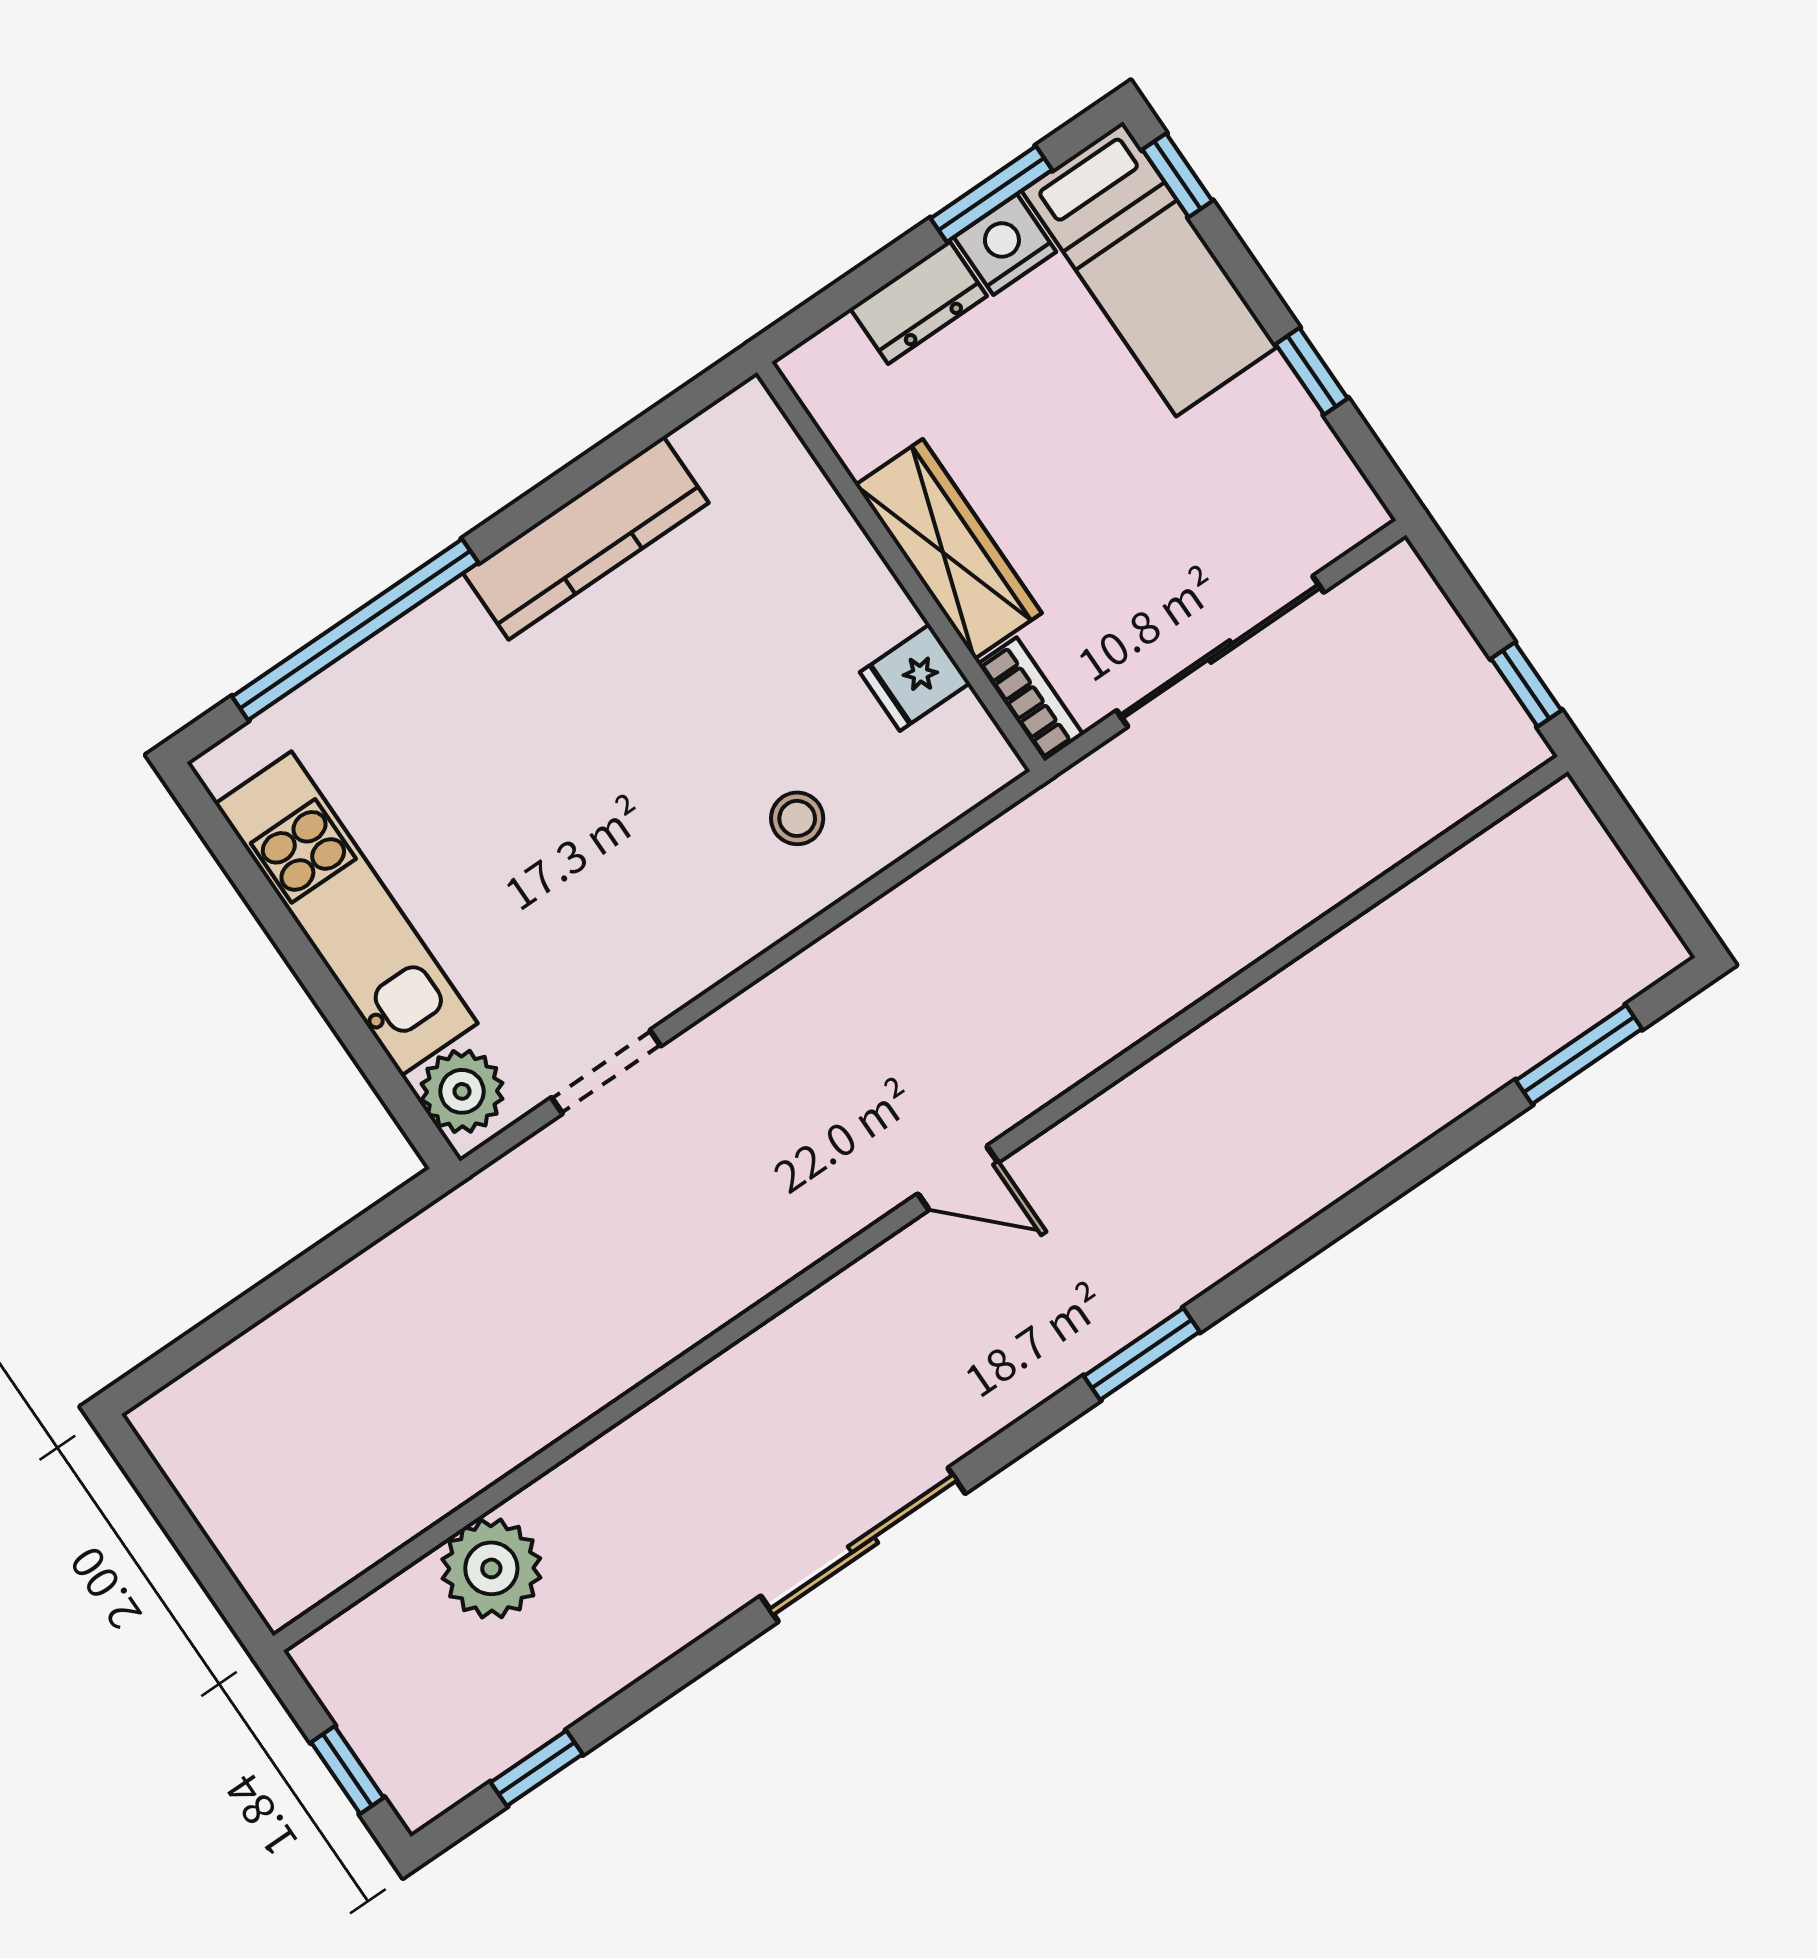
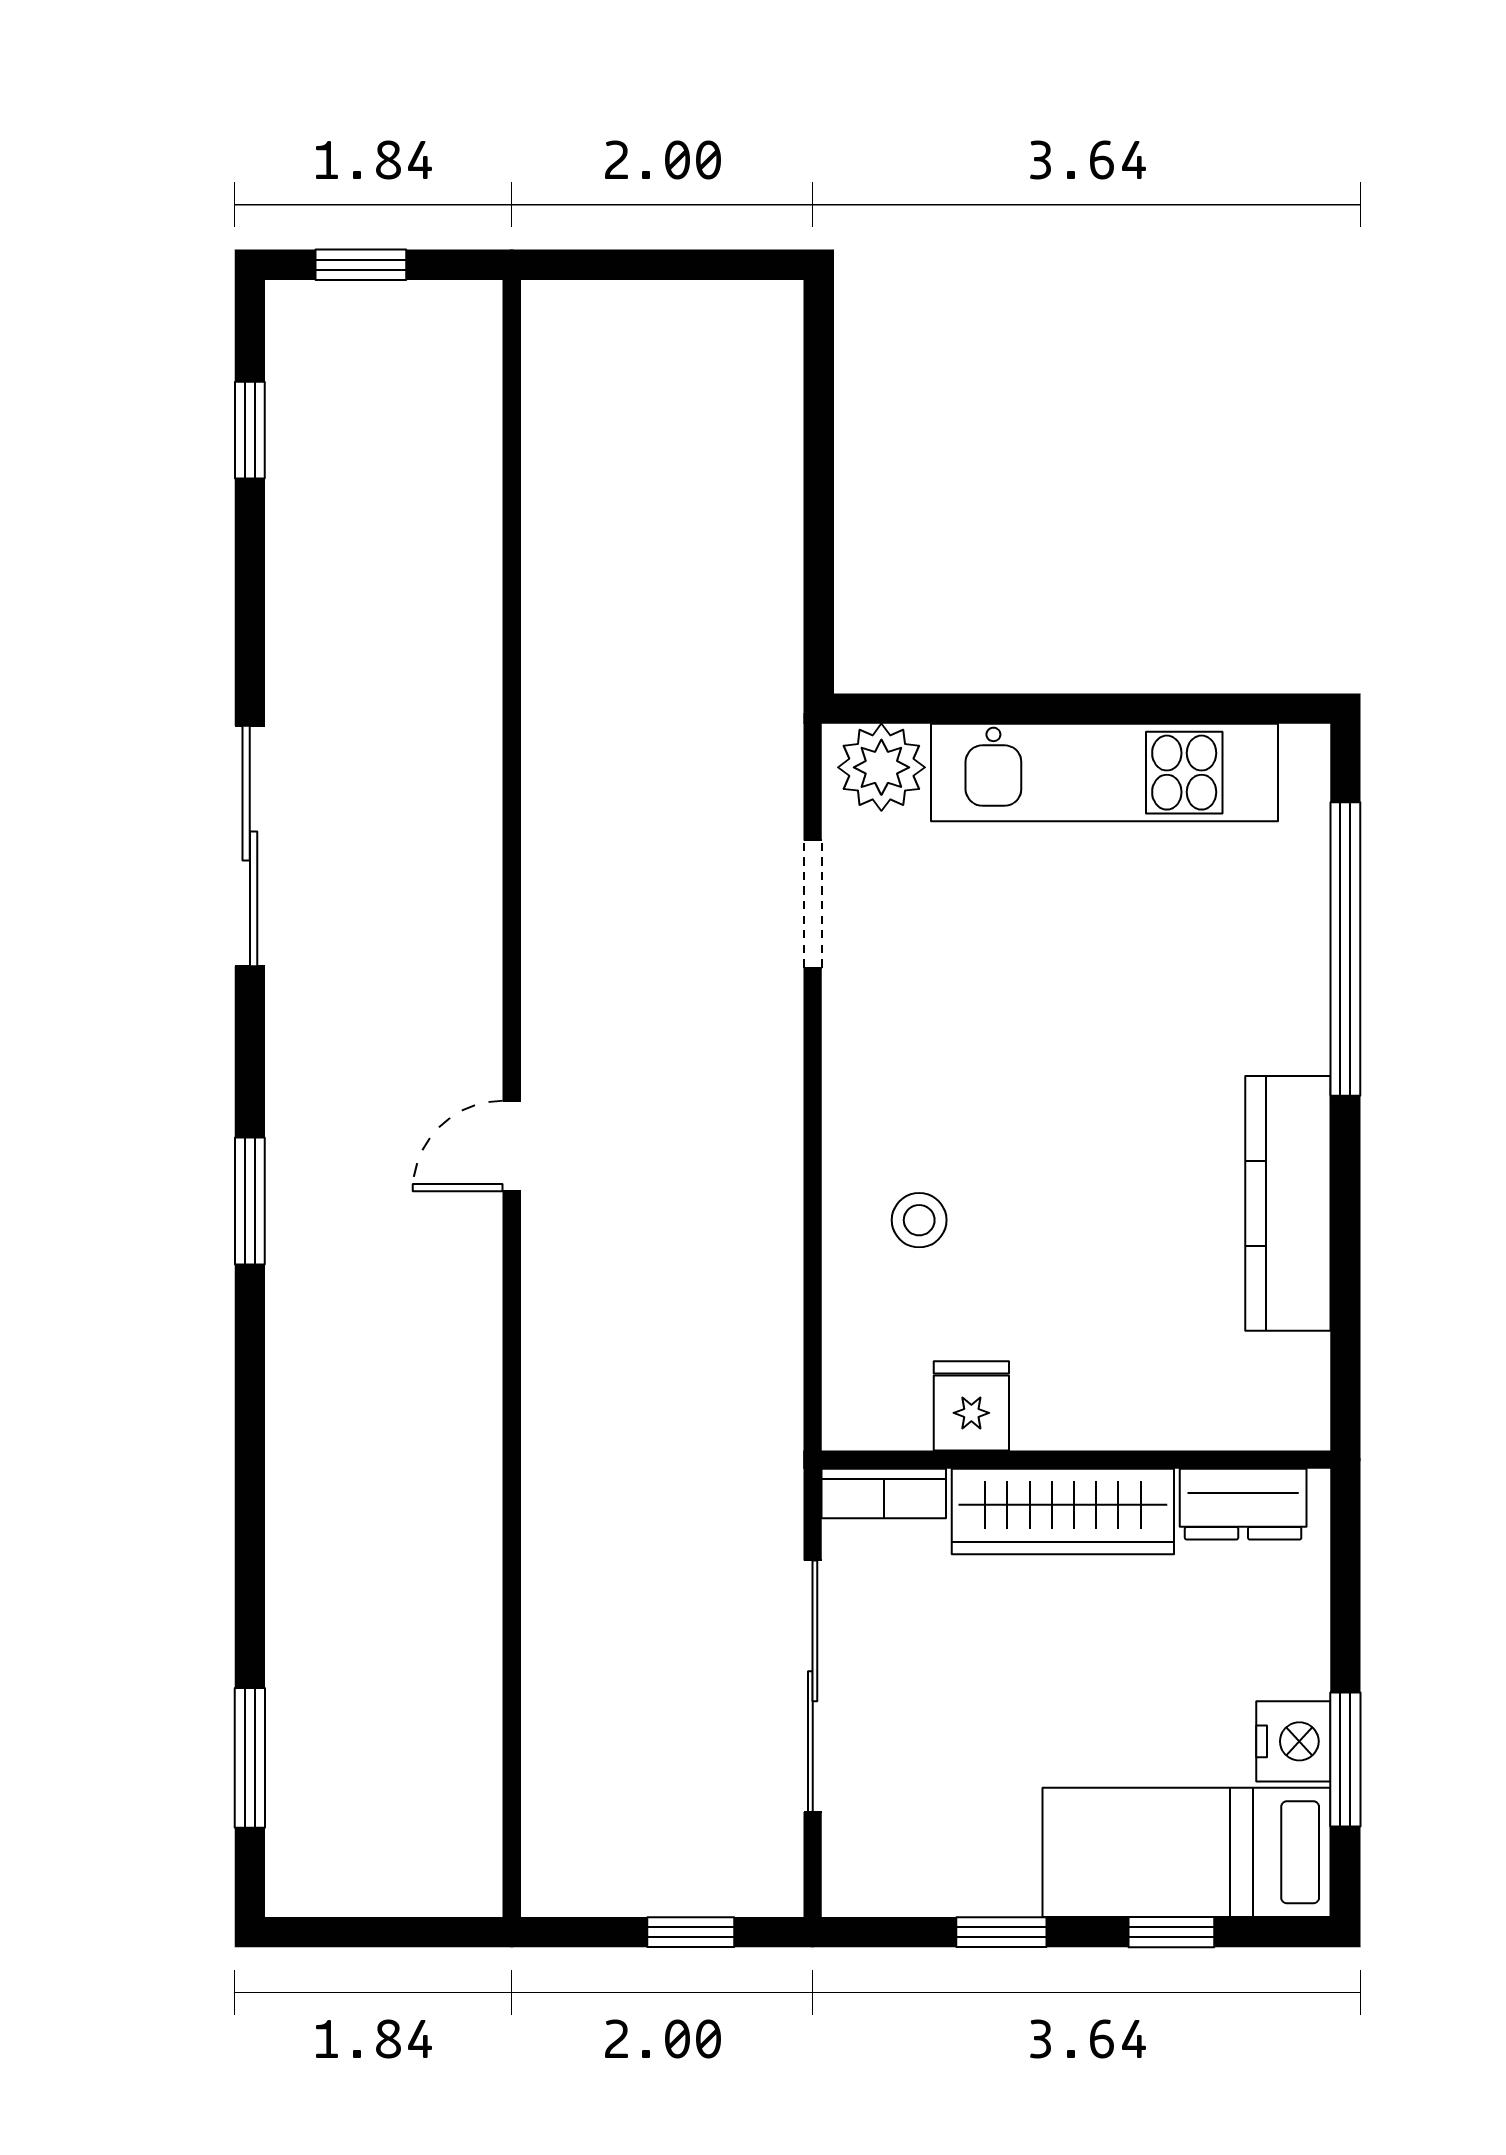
window: (1177, 175) -> (1171, 1932), moved
dresser: (919, 302) -> (1243, 1504), moved, turned -90
window: (1526, 685) -> (691, 1932), moved
plant: (491, 1568) -> (450, 509), removed

